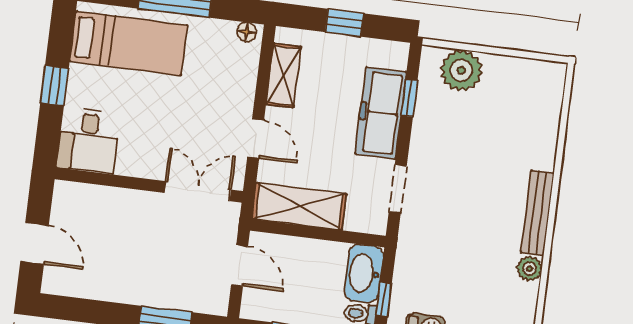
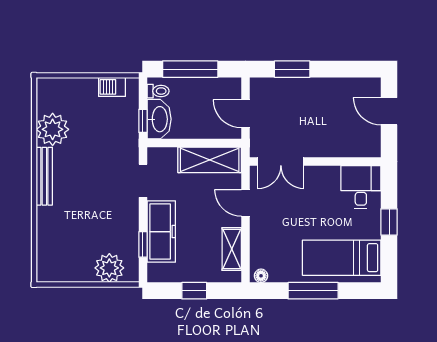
plant: (530, 269) -> (53, 129), width x1.88, depth x1.88
window: (384, 299) -> (143, 121), moved

